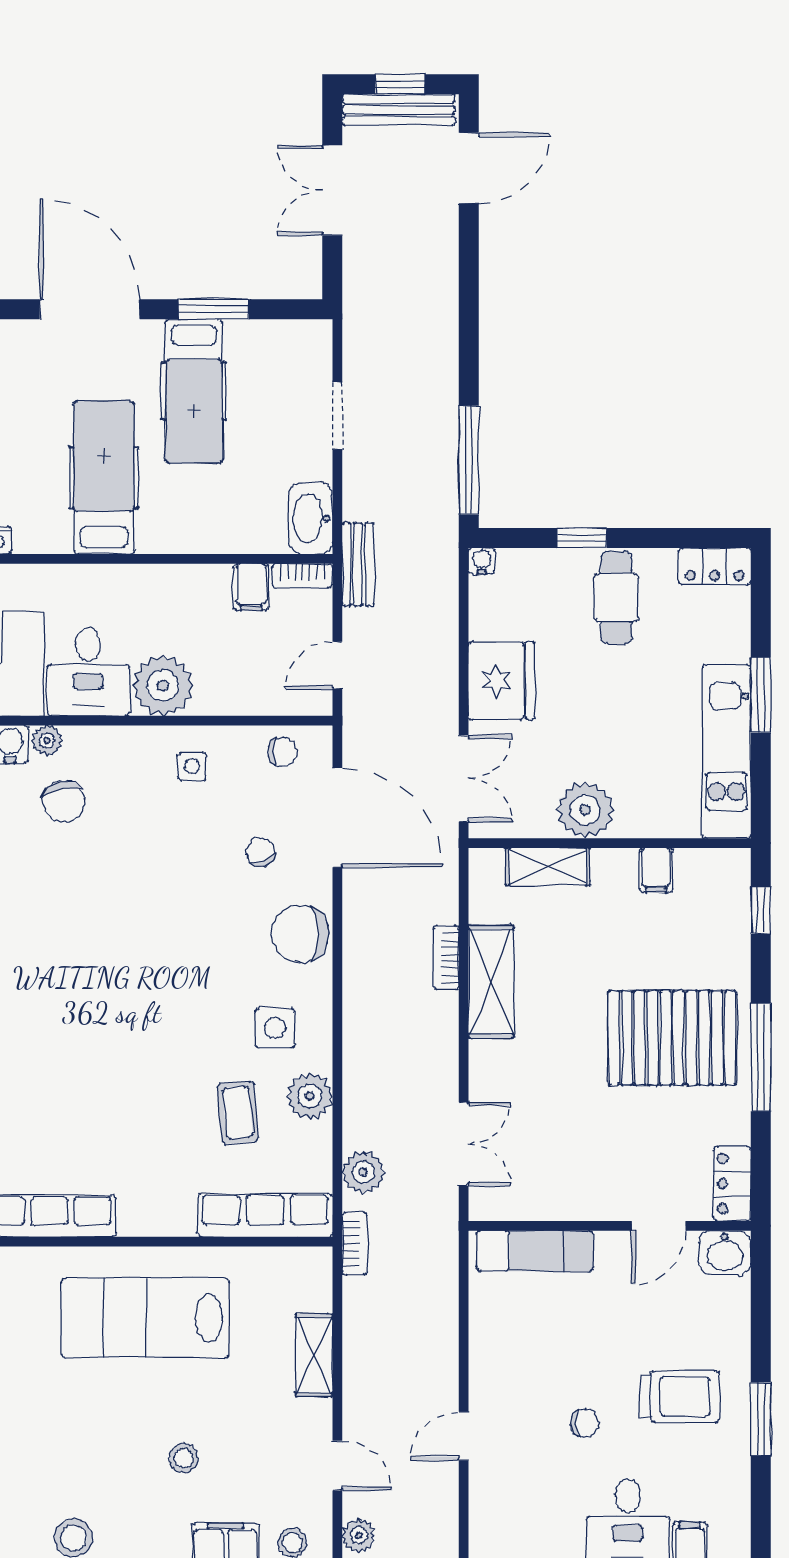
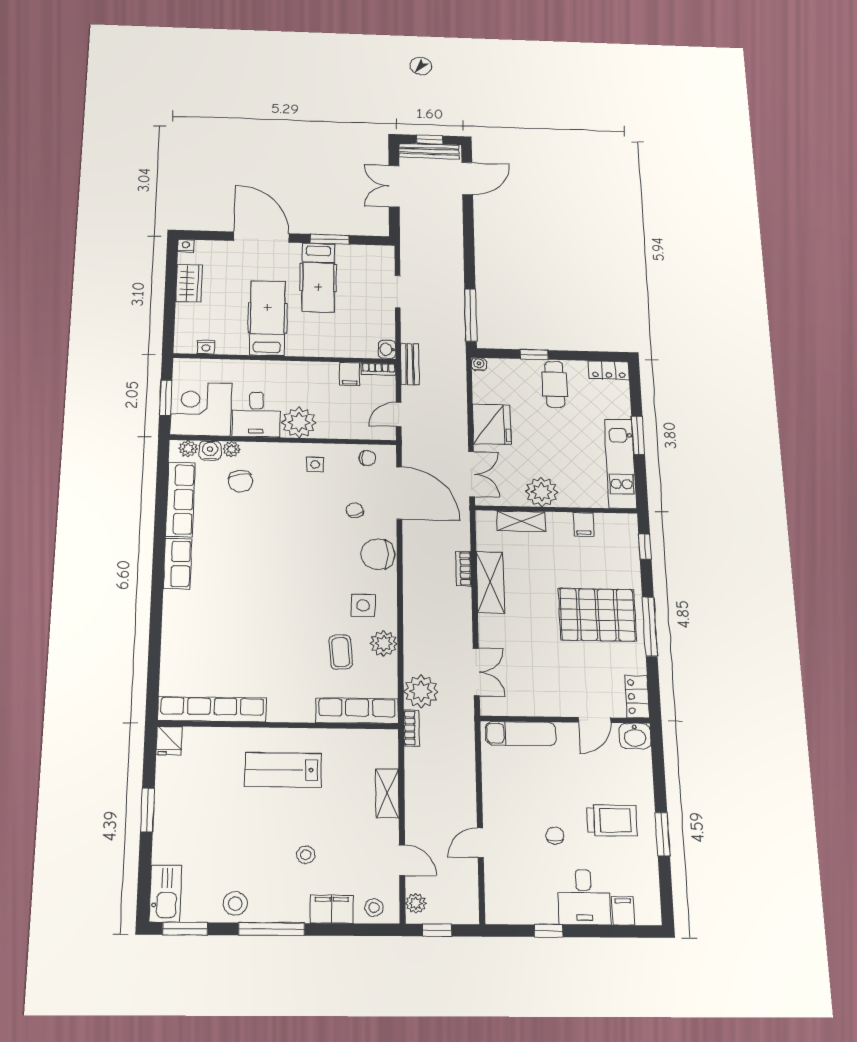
washbasin: (311, 518) -> (387, 349), width x0.52, depth x0.69
plant: (363, 1172) -> (421, 691), width x1.36, depth x1.36
lab bench: (145, 1318) -> (283, 770), width x0.73, depth x0.72
chair: (585, 1423) -> (555, 836), turned -90

